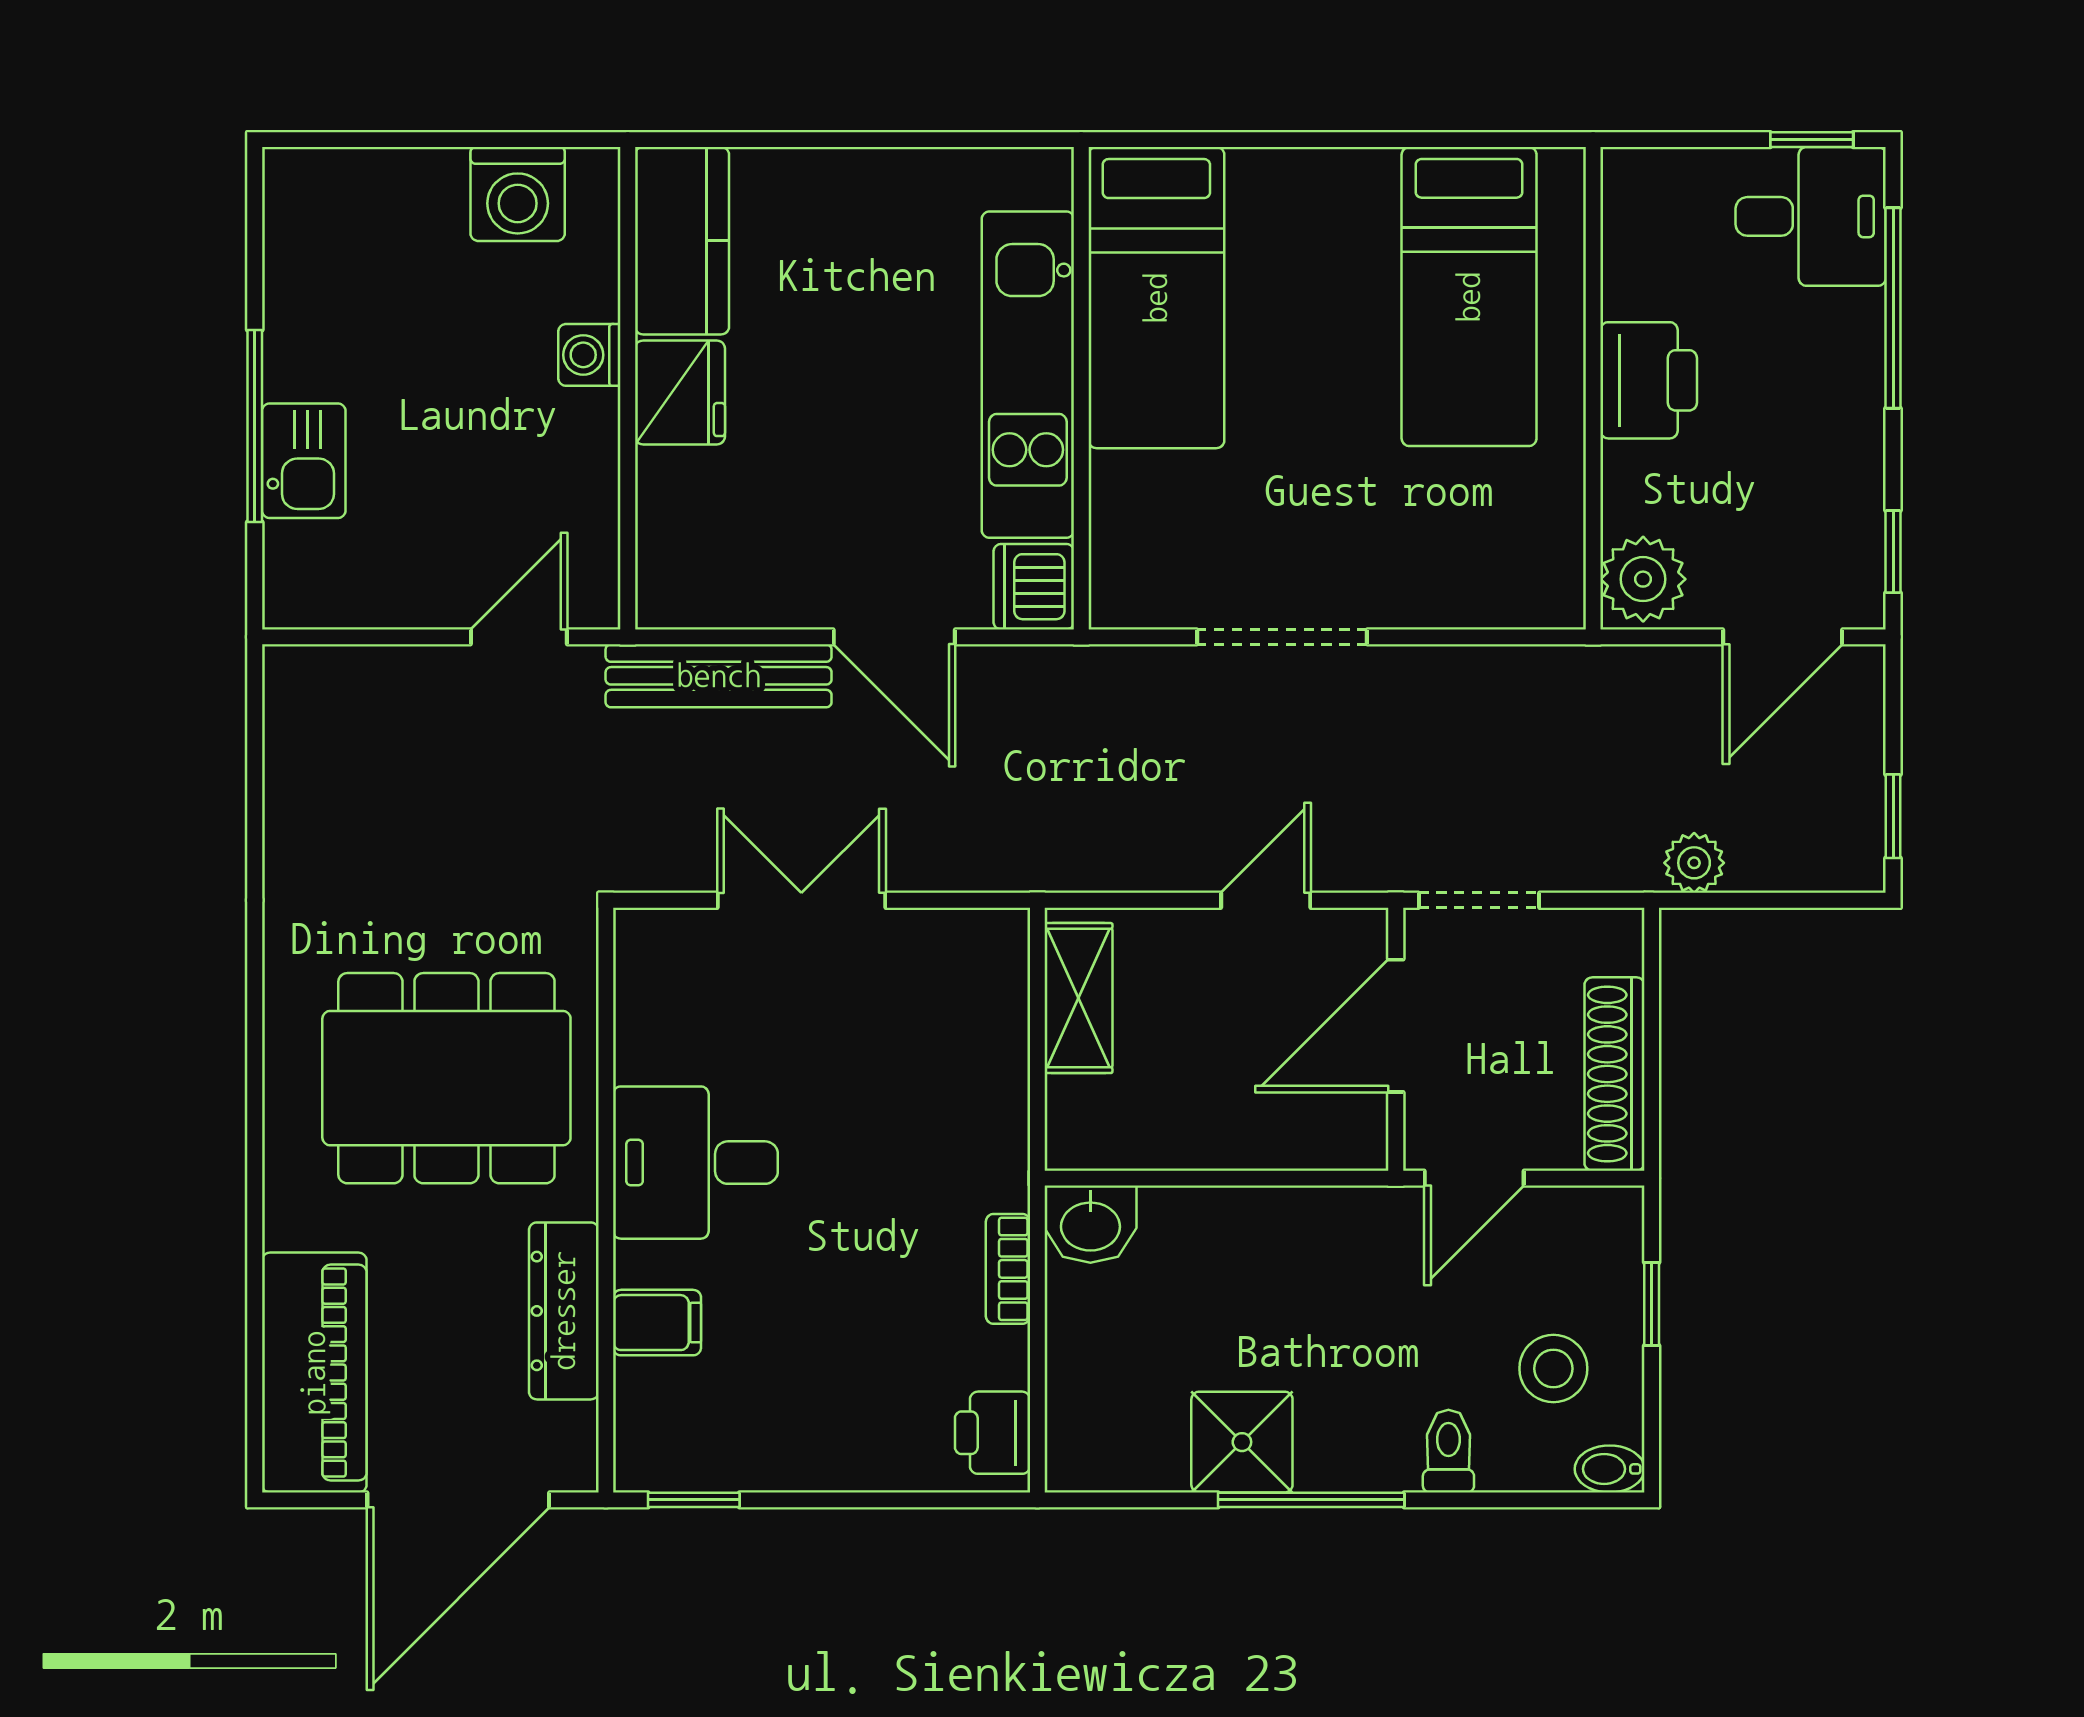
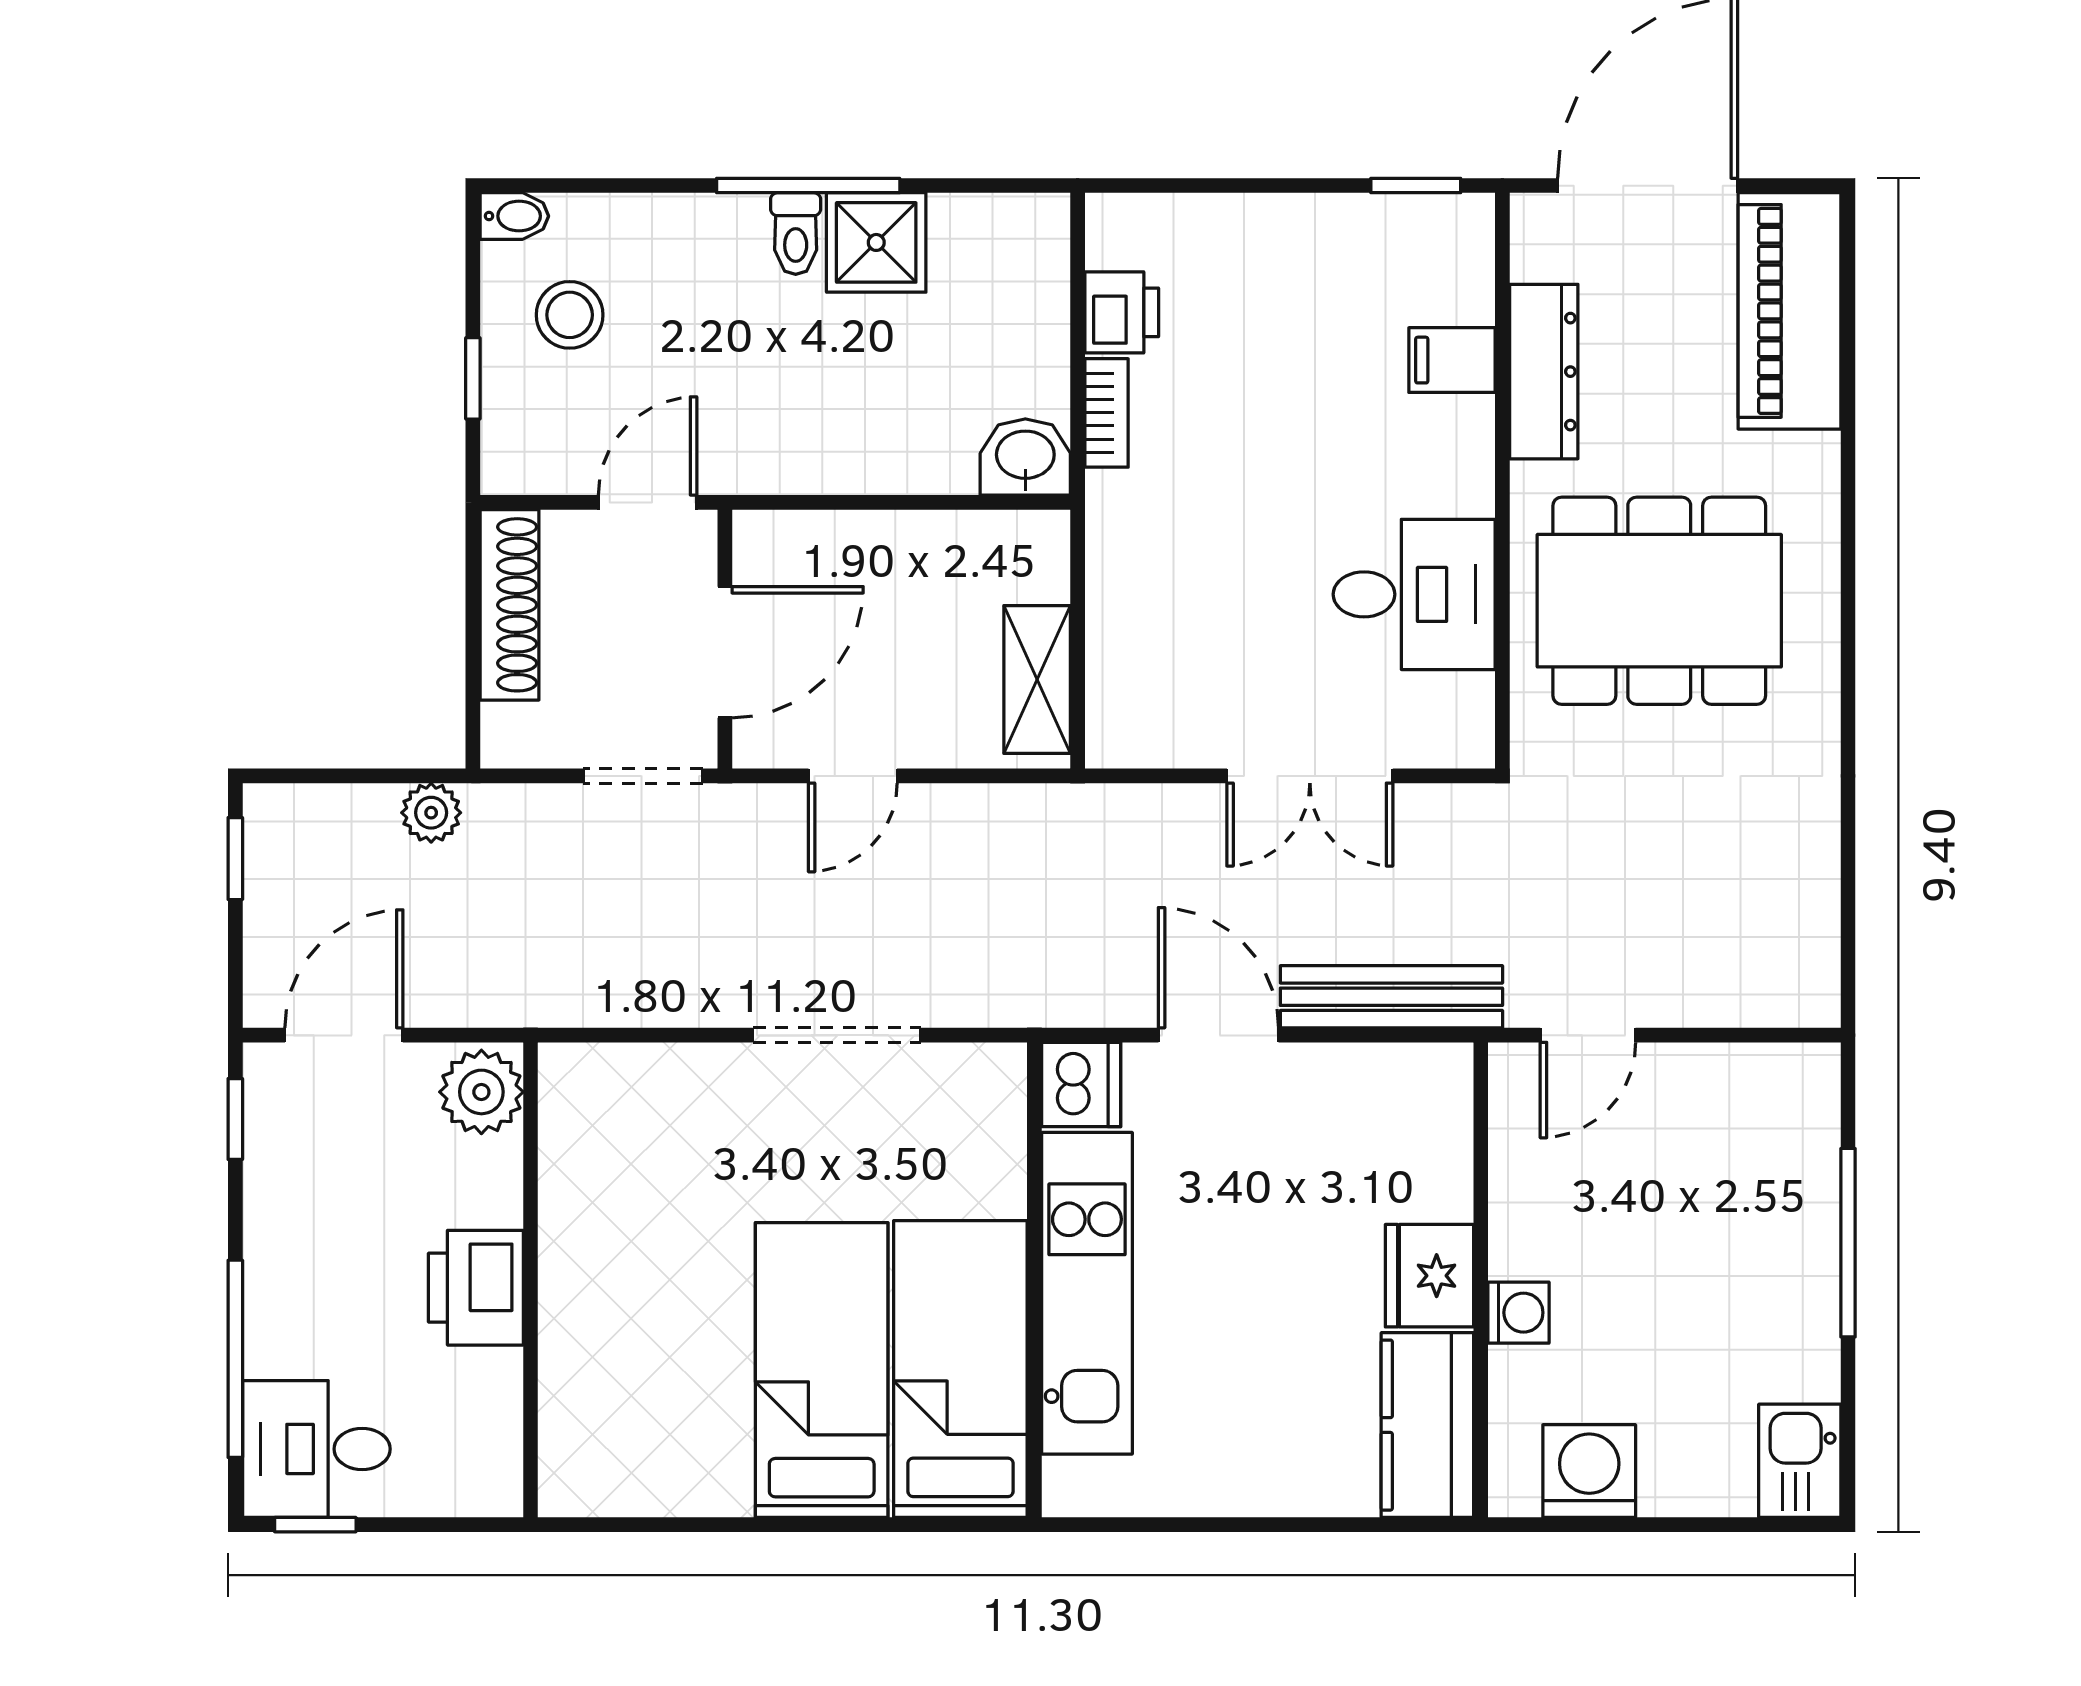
bed: (1469, 297) -> (822, 1370), moved
kitchen sink: (304, 461) -> (1800, 1461), moved
desk: (695, 1163) -> (1414, 594), moved
printer: (993, 1433) -> (1122, 312), moved
toilet: (1448, 1451) -> (796, 234), moved

